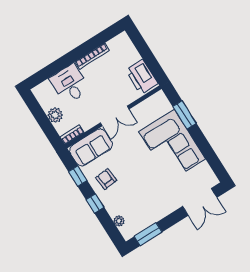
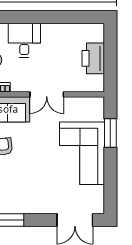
bookcase: (92, 56) -> (60, 28), removed
printer: (142, 77) -> (93, 58), moved

